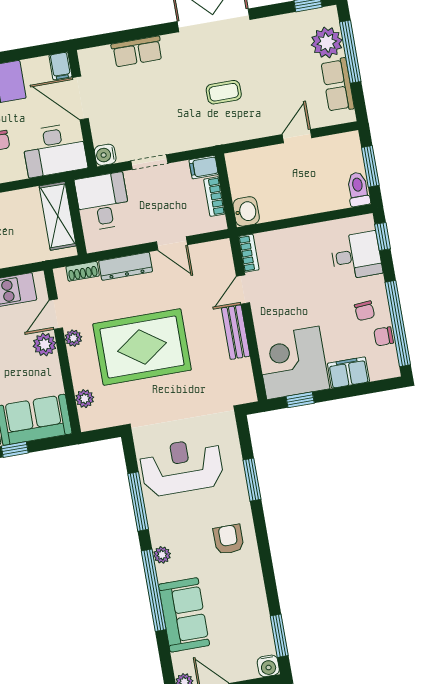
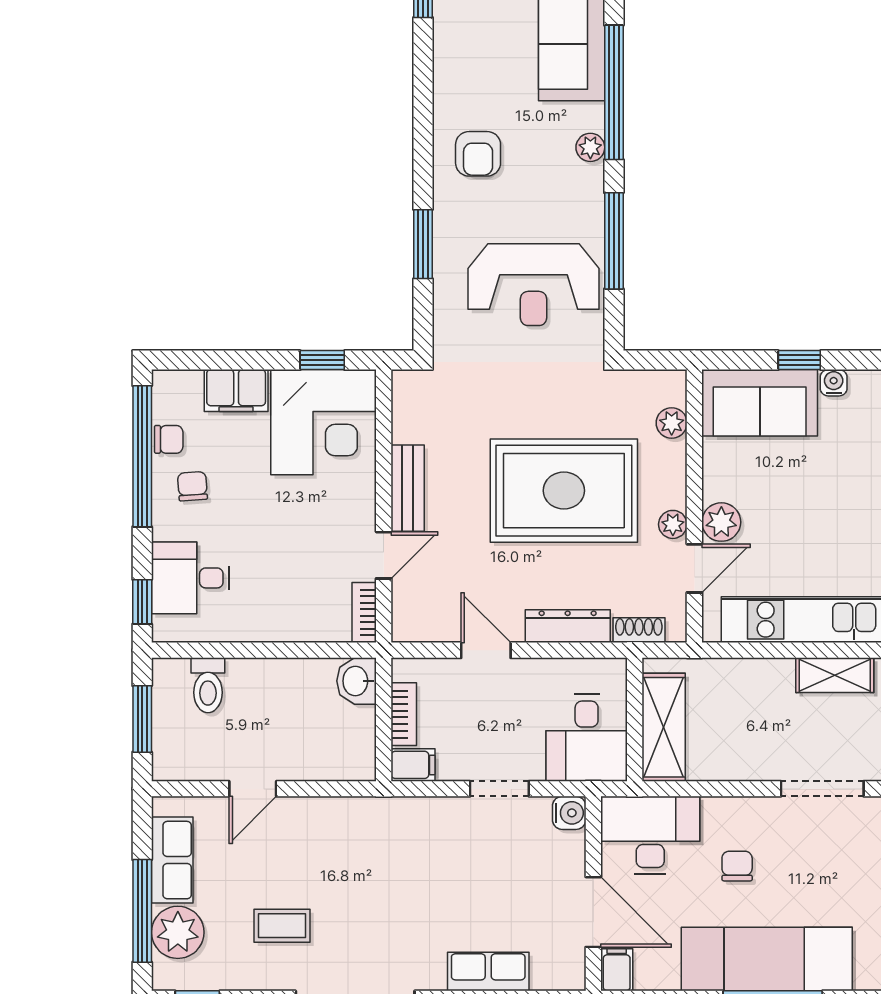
coffee table: (224, 92) -> (282, 926), moved
toilet: (358, 189) -> (208, 685), moved

